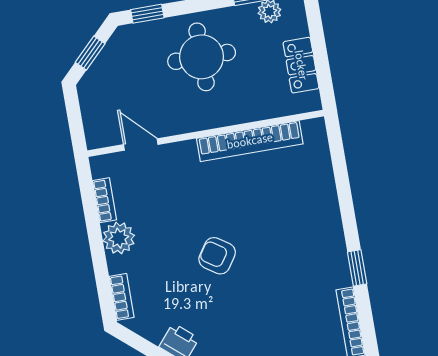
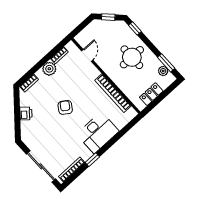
desk: (310, 223) -> (98, 133), added

